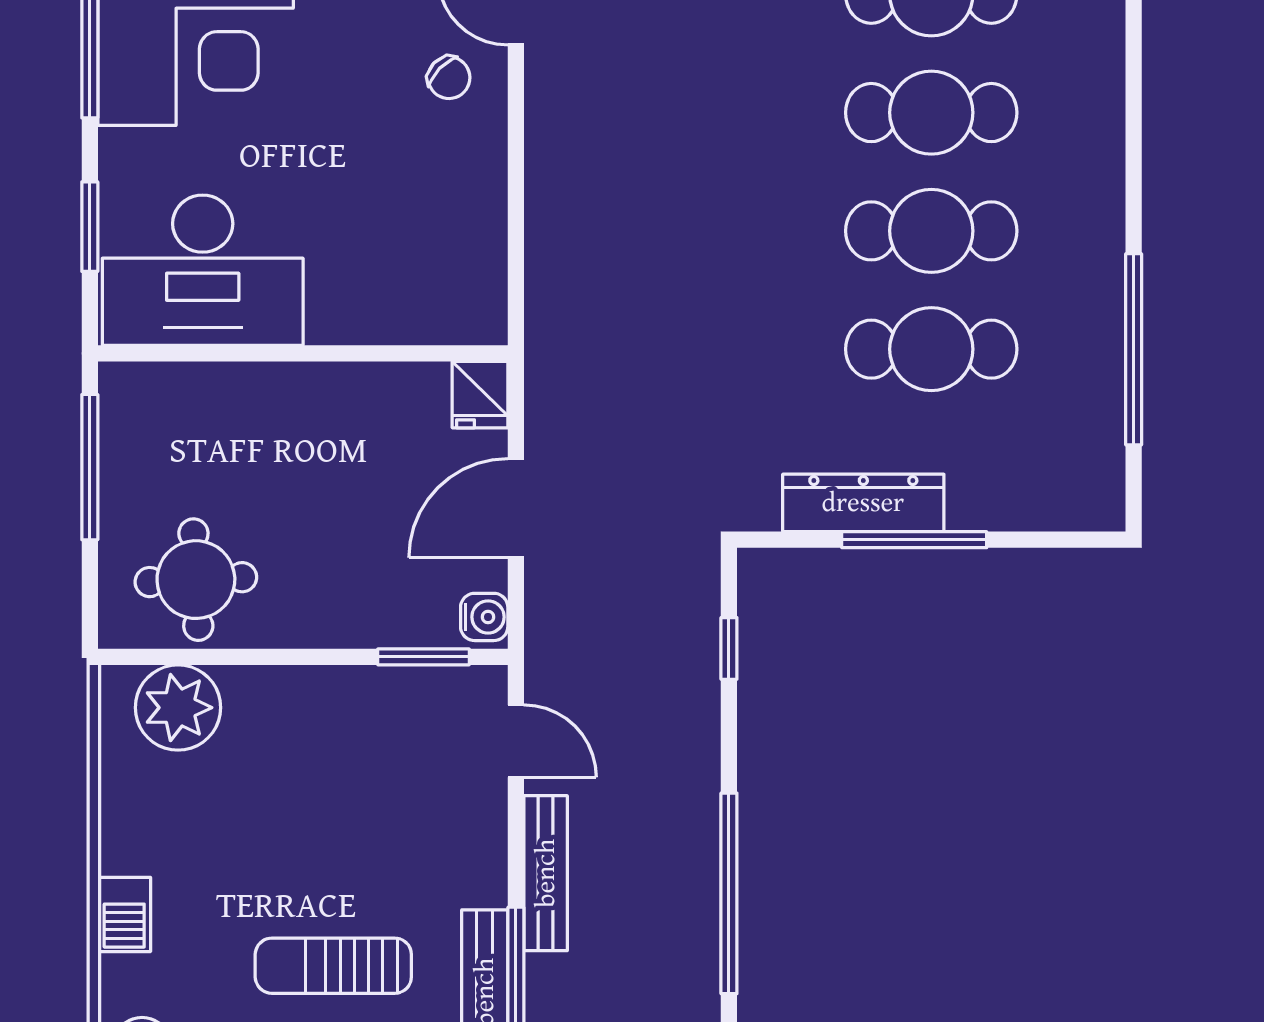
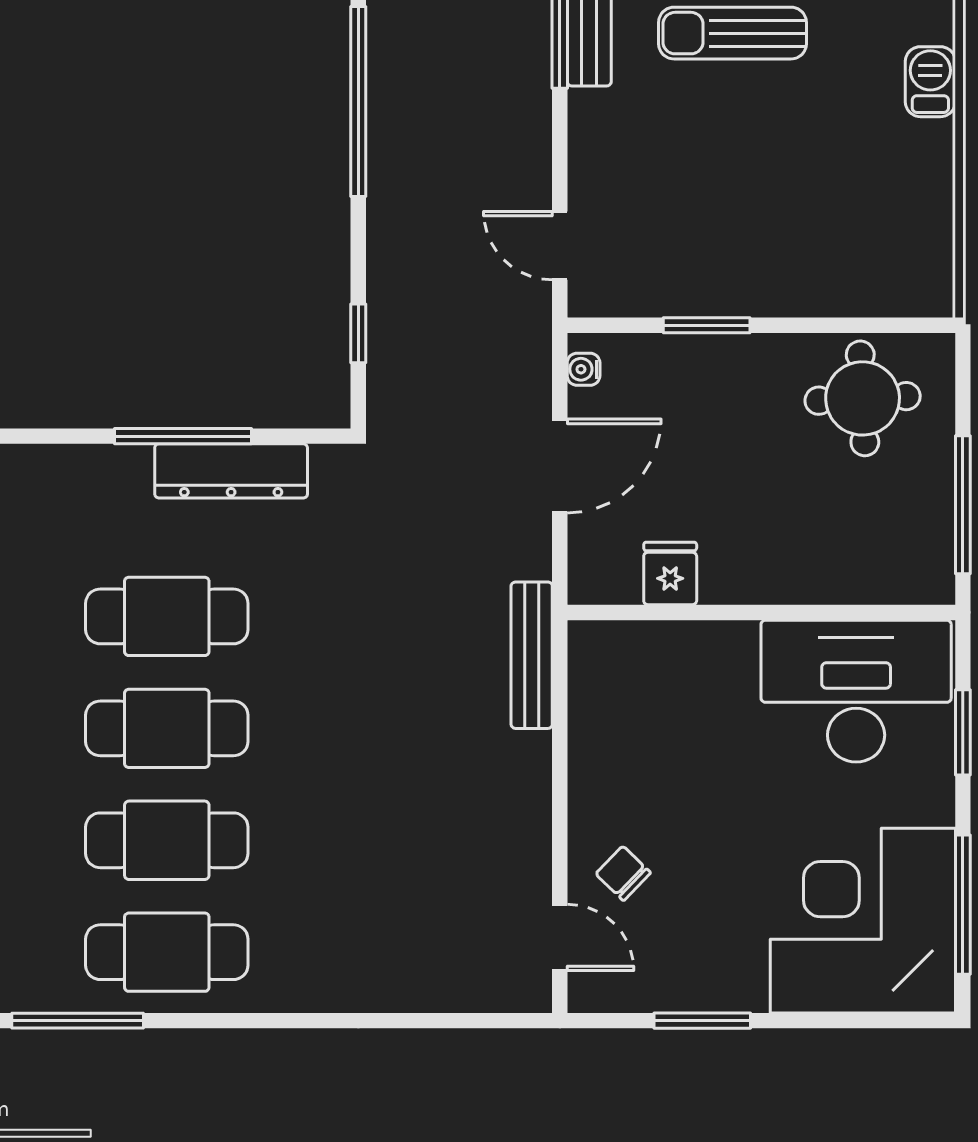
fridge: (480, 395) -> (670, 573), moved
water cooler: (484, 617) -> (584, 369), width x0.72, depth x0.72
window: (424, 657) -> (707, 325), moved
plant: (178, 708) -> (879, 277), removed
bench: (546, 873) -> (532, 655), moved
sun lounger: (333, 966) -> (733, 33), turned 180

